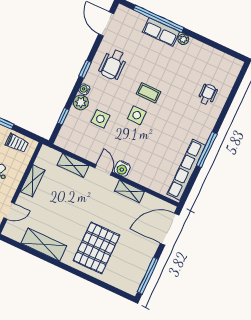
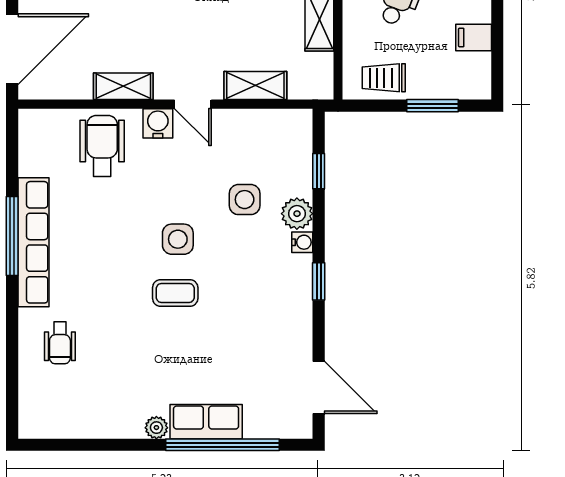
wheelchair: (113, 64) -> (102, 146), moved
row of seats: (186, 170) -> (33, 242), moved

